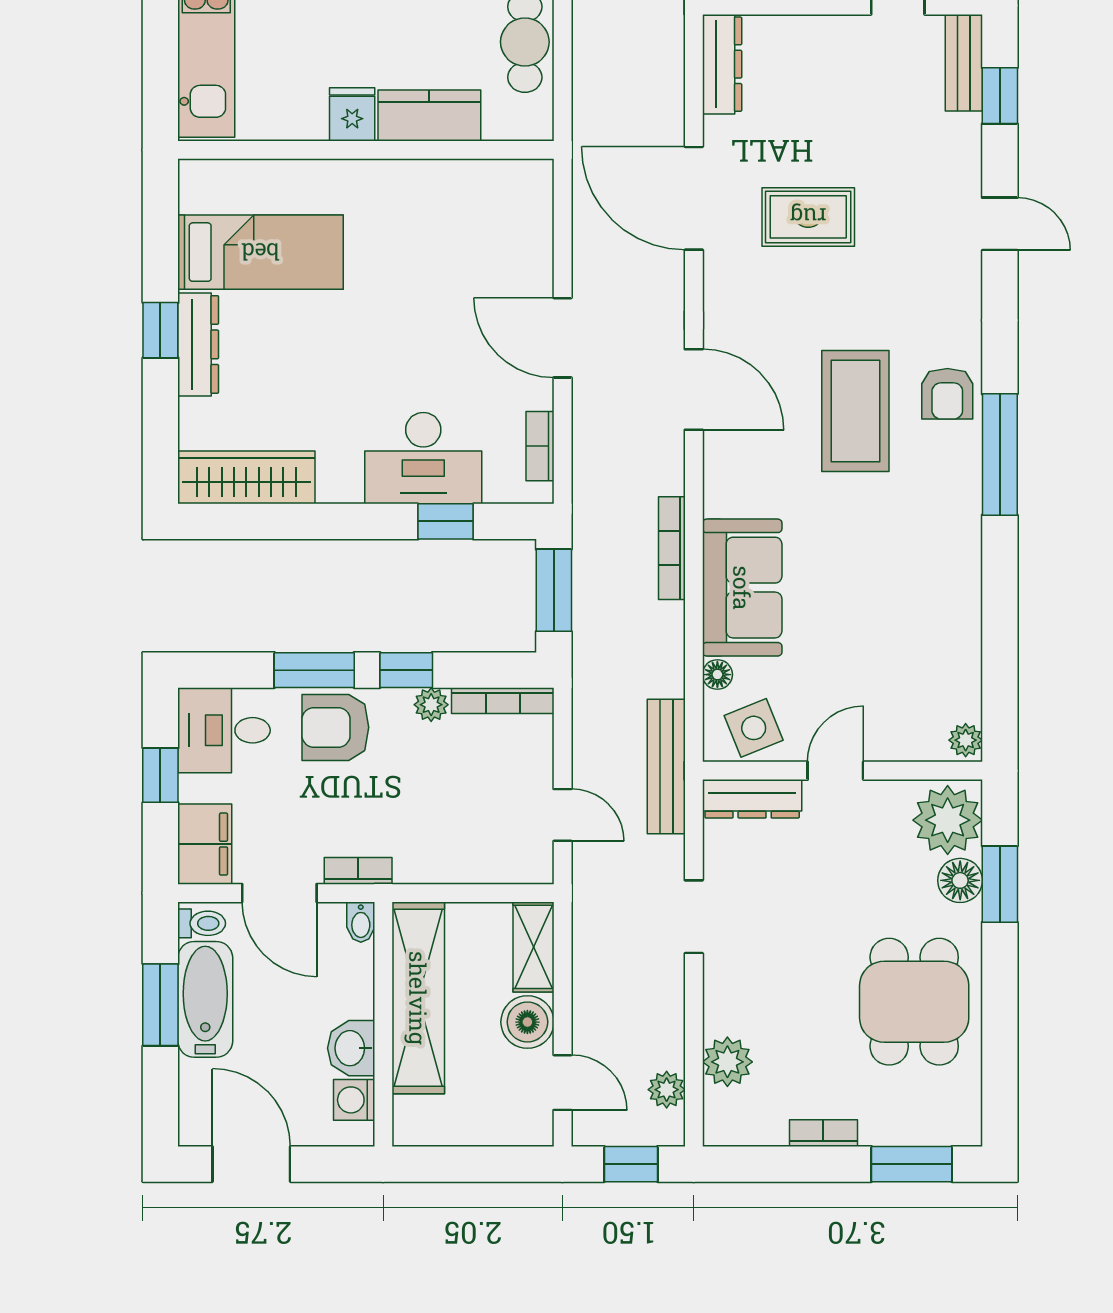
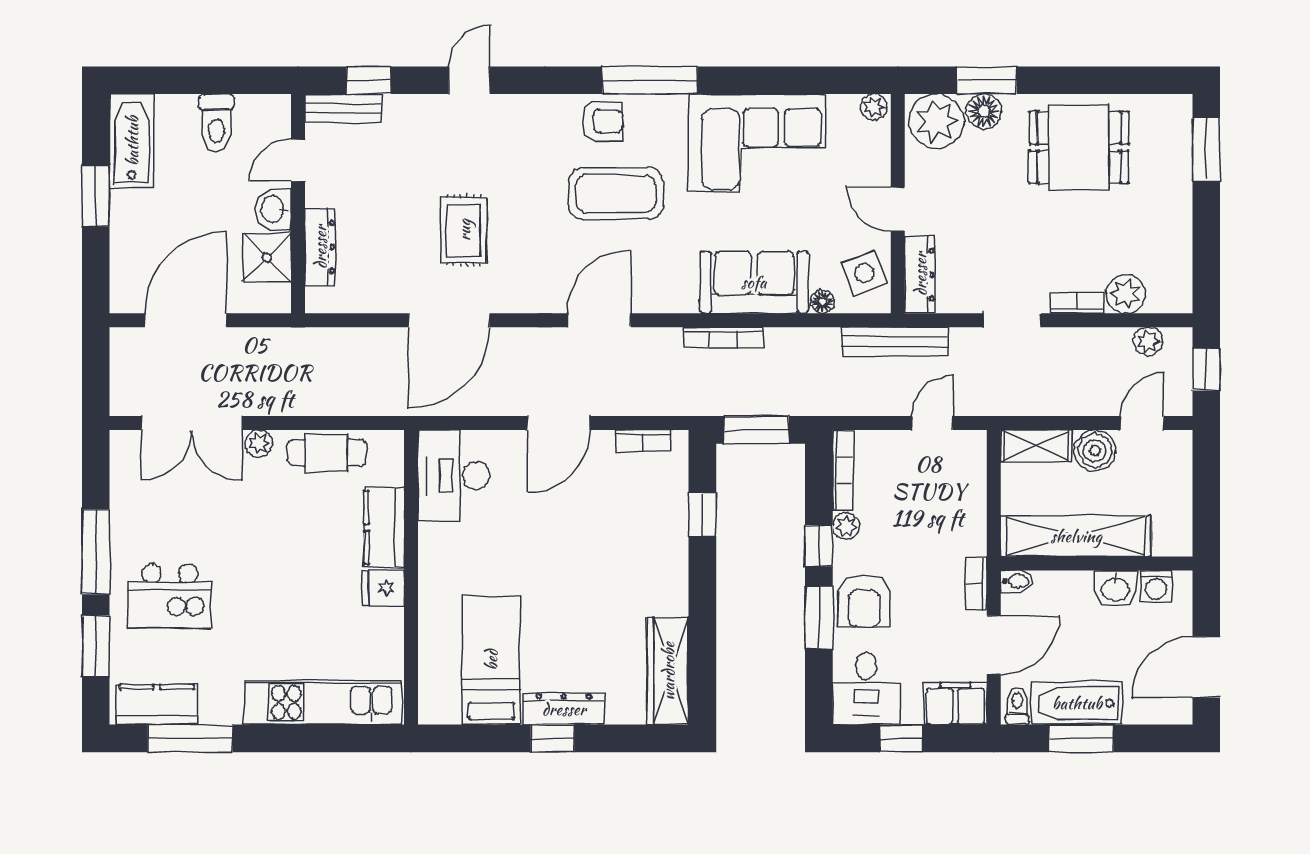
dresser: (722, 64) -> (320, 247), moved, turned 90
desk: (423, 458) -> (454, 476), moved, turned 180
corner sofa: (920, 590) -> (757, 143), added
bookcase: (823, 1133) -> (1077, 303), moved, turned 90

